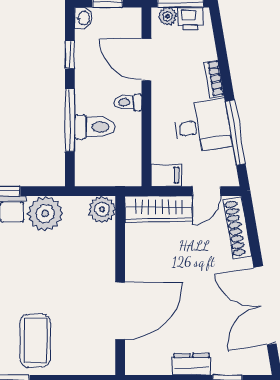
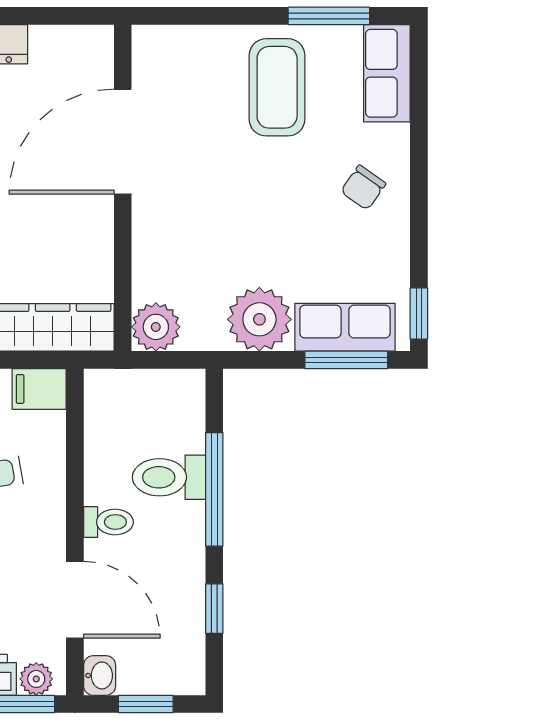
washbasin: (83, 18) -> (100, 675), moved, turned 180

